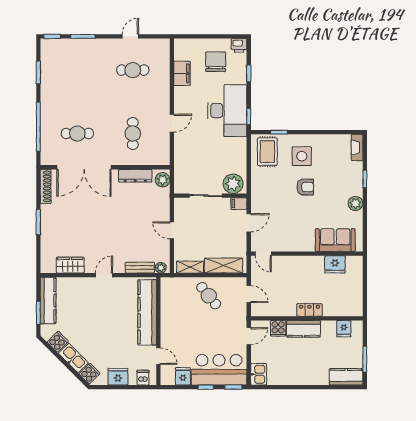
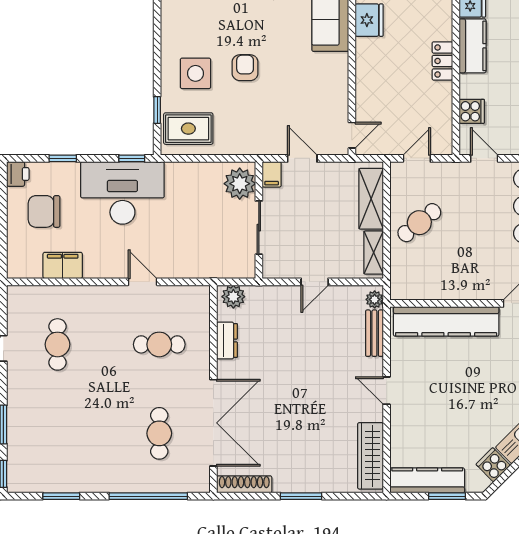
dresser: (135, 176) -> (227, 341), width x0.70
wardrobe: (70, 265) -> (370, 456), width x1.50
kitchen counter: (303, 329) -> (473, 46), moved

